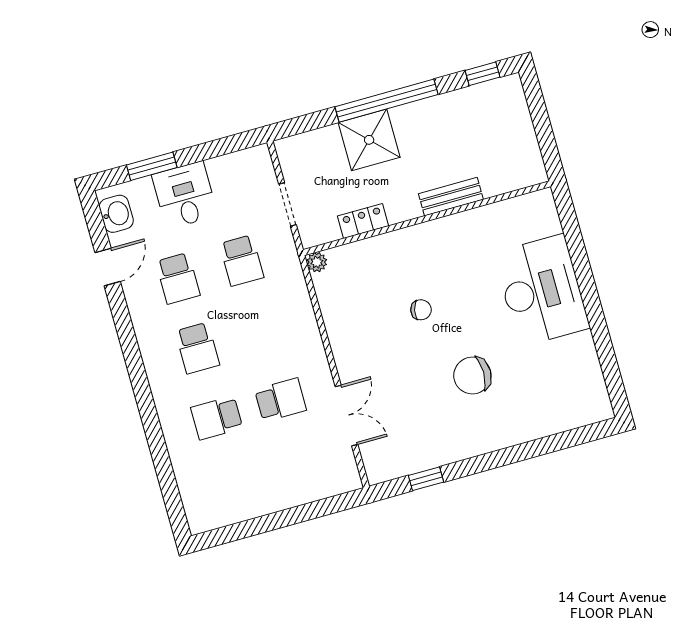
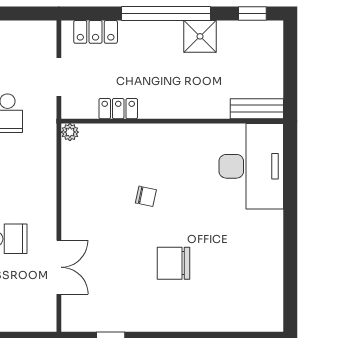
shower: (369, 140) -> (200, 36), moved, width x0.73, depth x0.73
locker: (314, 143) -> (96, 32), added
bench: (451, 197) -> (257, 109), moved
desk: (542, 290) -> (251, 166), moved

